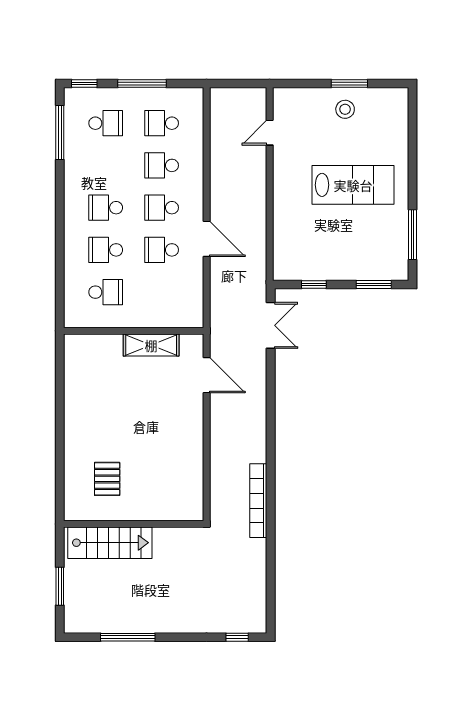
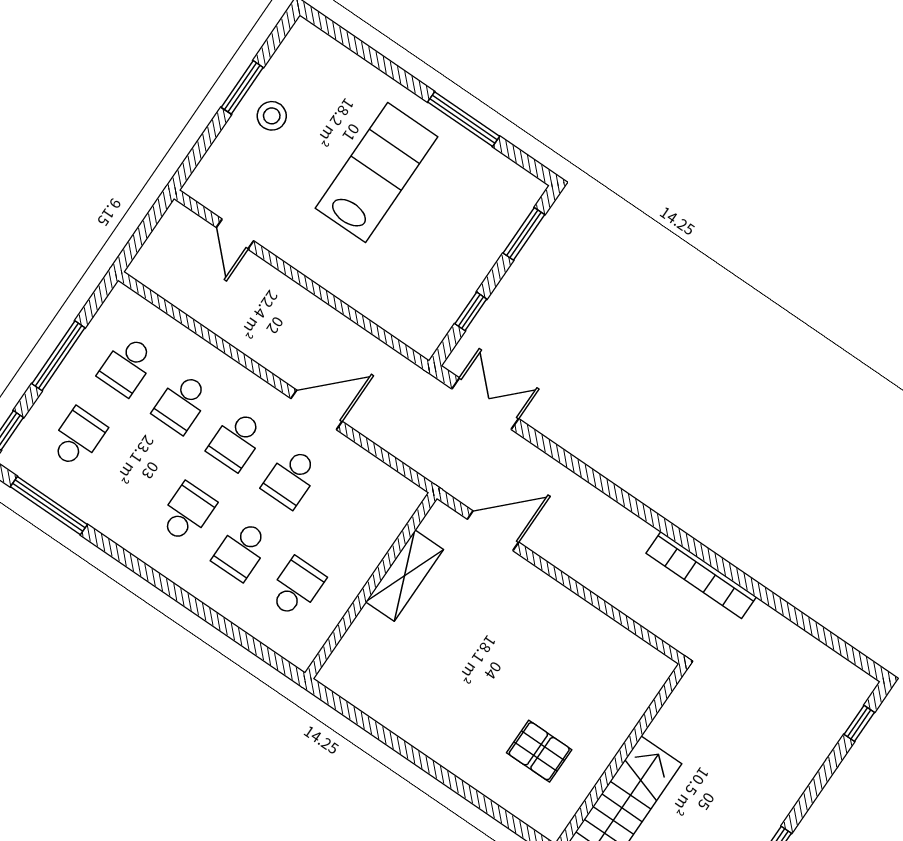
school desk: (106, 208) -> (187, 513), turned 180
window: (412, 235) -> (464, 119), moved

